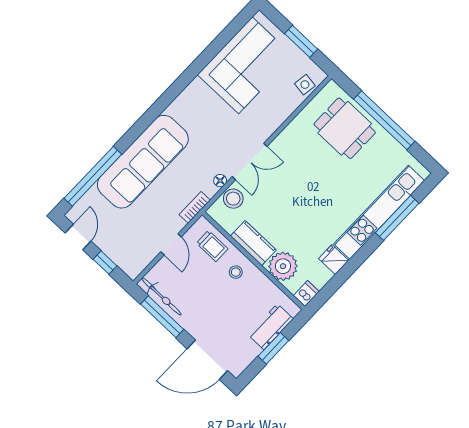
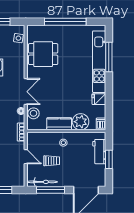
dining table: (345, 128) -> (43, 54), moved
trolley: (212, 246) -> (52, 161), moved

